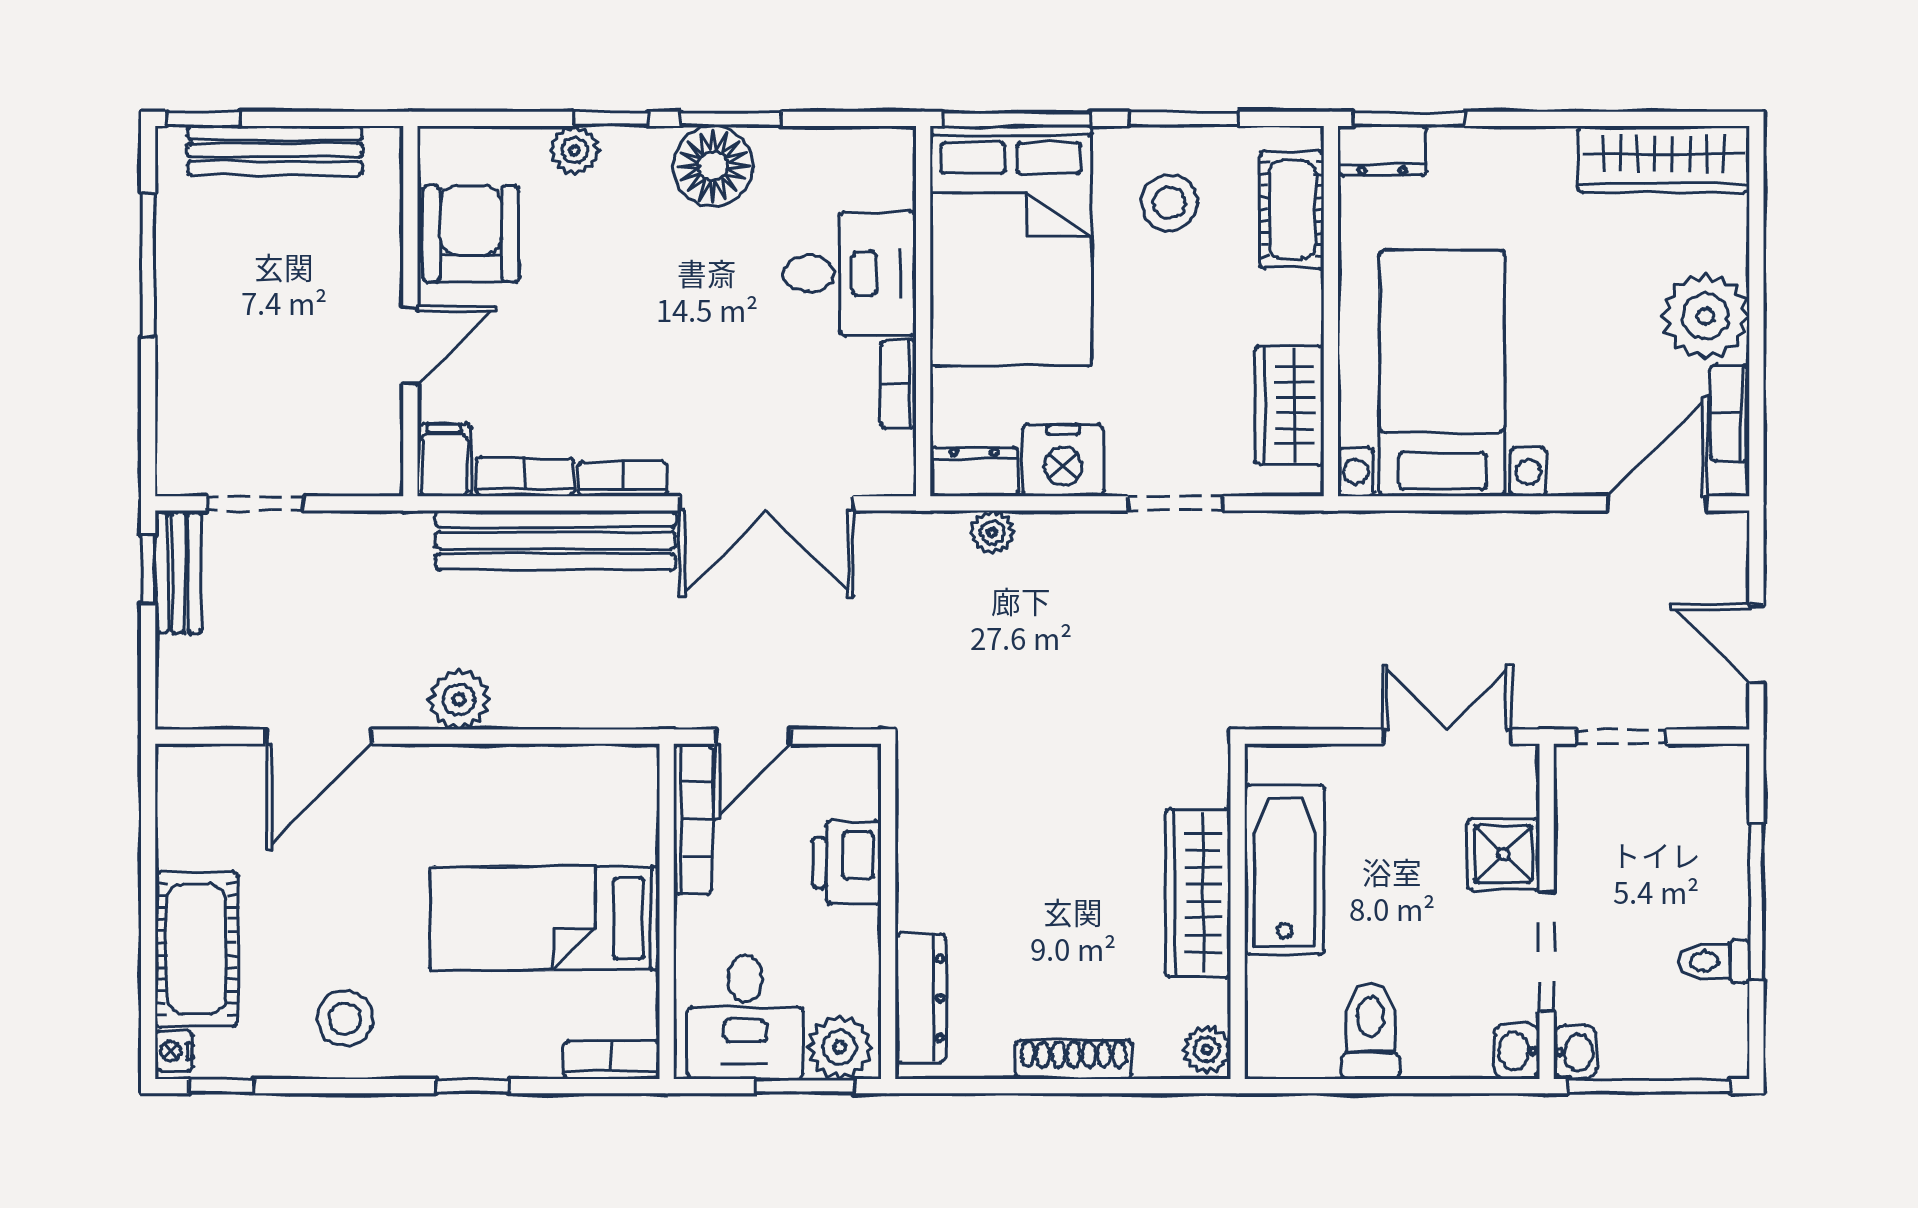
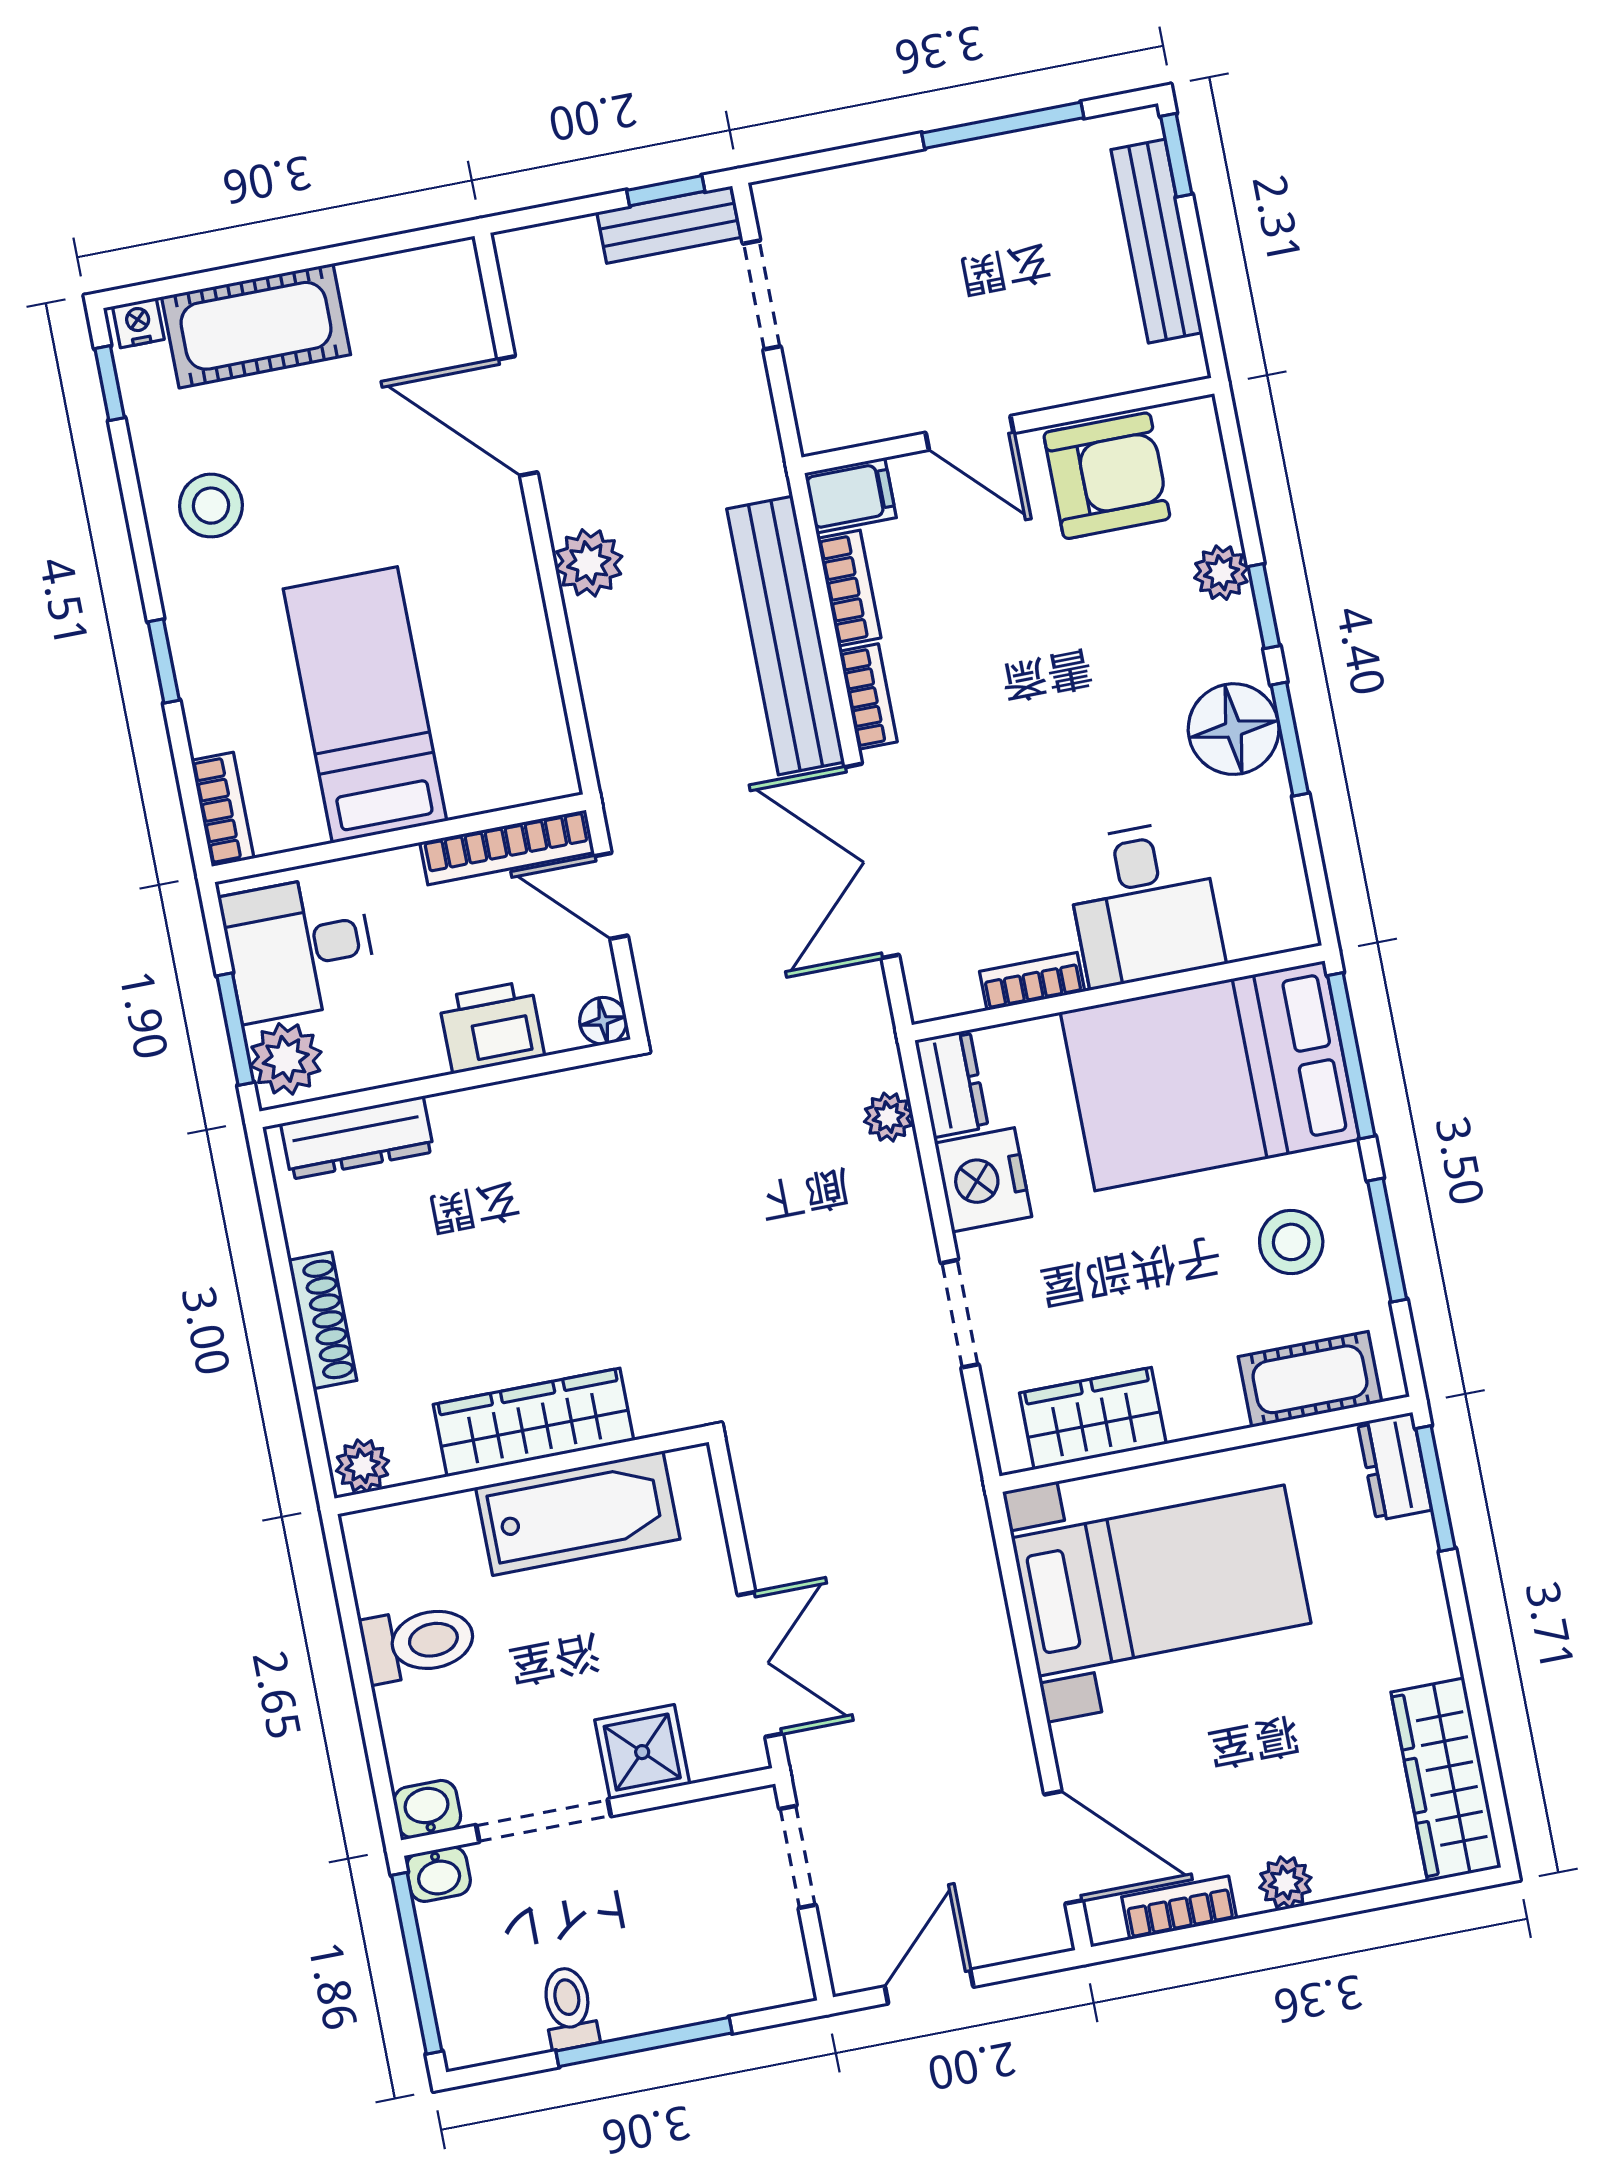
plant: (1706, 316) -> (1285, 1883), width x0.53, depth x0.53
floor lamp: (860, 764) -> (603, 1021), added

